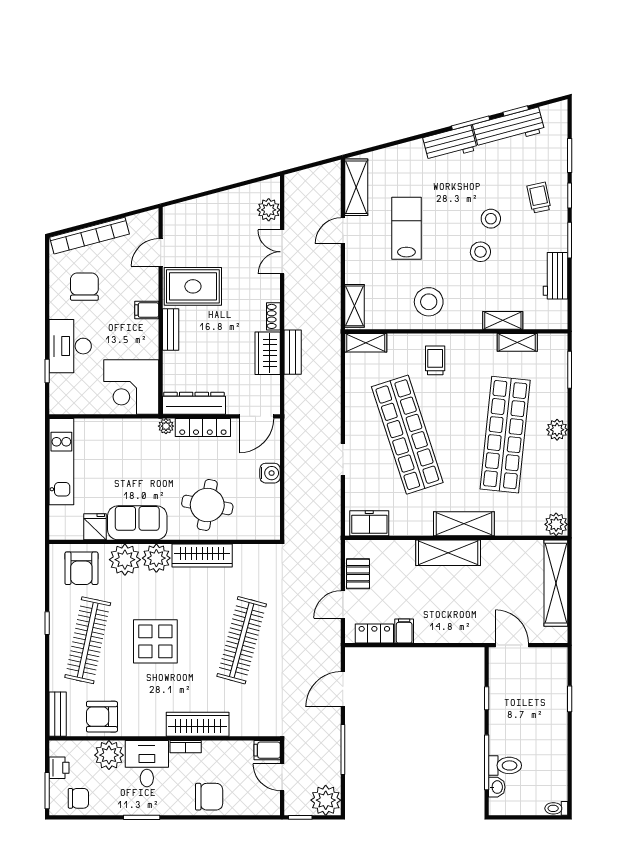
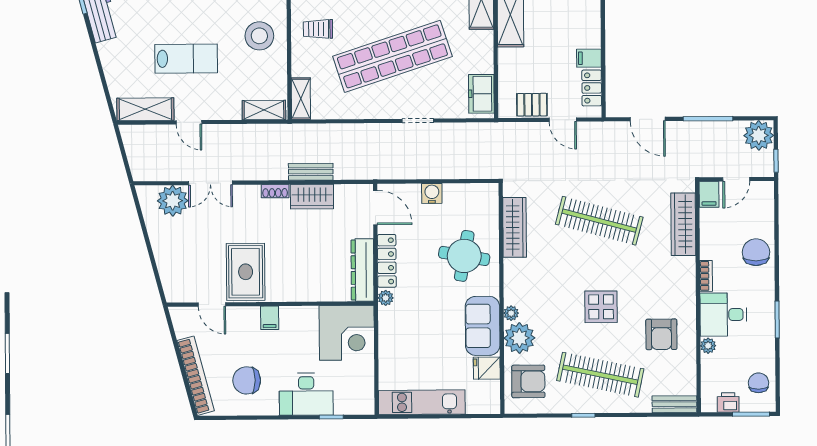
plant: (269, 210) -> (173, 201), width x1.36, depth x1.36
lab bench: (406, 228) -> (186, 59), turned 180
bench: (171, 330) -> (289, 294), removed
wardrobe: (202, 556) -> (515, 227), moved
plant: (156, 558) -> (511, 313), width x0.53, depth x0.53
display table: (155, 641) -> (601, 307), width x0.73, depth x0.73
armchair: (102, 717) -> (661, 334), moved
wardrobe: (198, 724) -> (683, 224), moved
plant: (109, 755) -> (708, 346), width x0.53, depth x0.53

